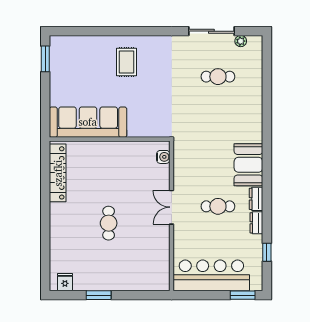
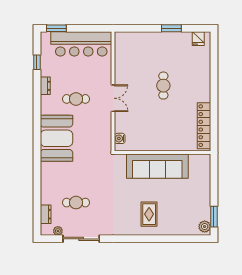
plant: (57, 47) -> (205, 227), added
sofa: (88, 122) -> (157, 166), moved
booth: (248, 165) -> (56, 138), width x1.36, depth x1.42
dresser: (256, 199) -> (46, 214), moved

